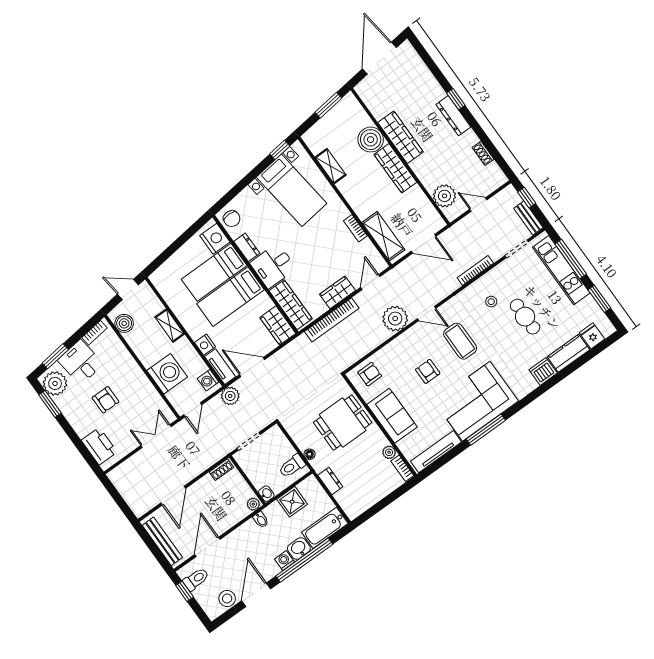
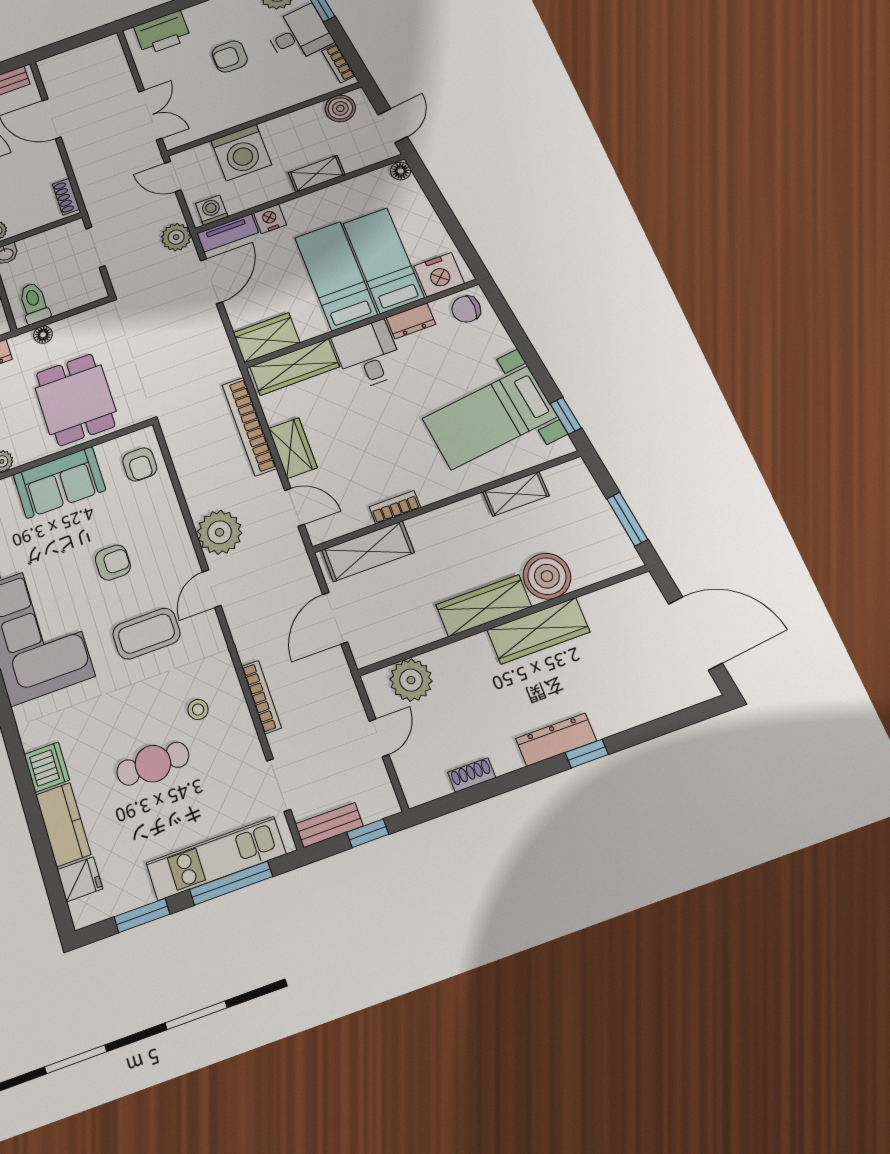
floor lamp: (156, 277) -> (401, 171), added

